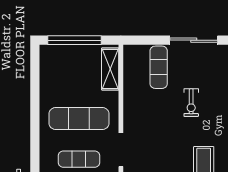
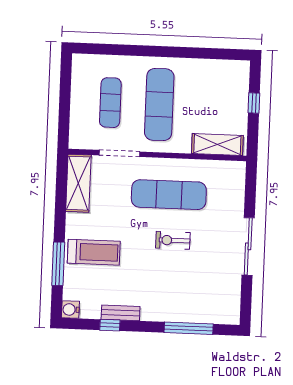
window: (75, 40) -> (254, 103), width x0.32
exercise mat: (159, 67) -> (169, 195), moved, width x1.36, depth x1.45

